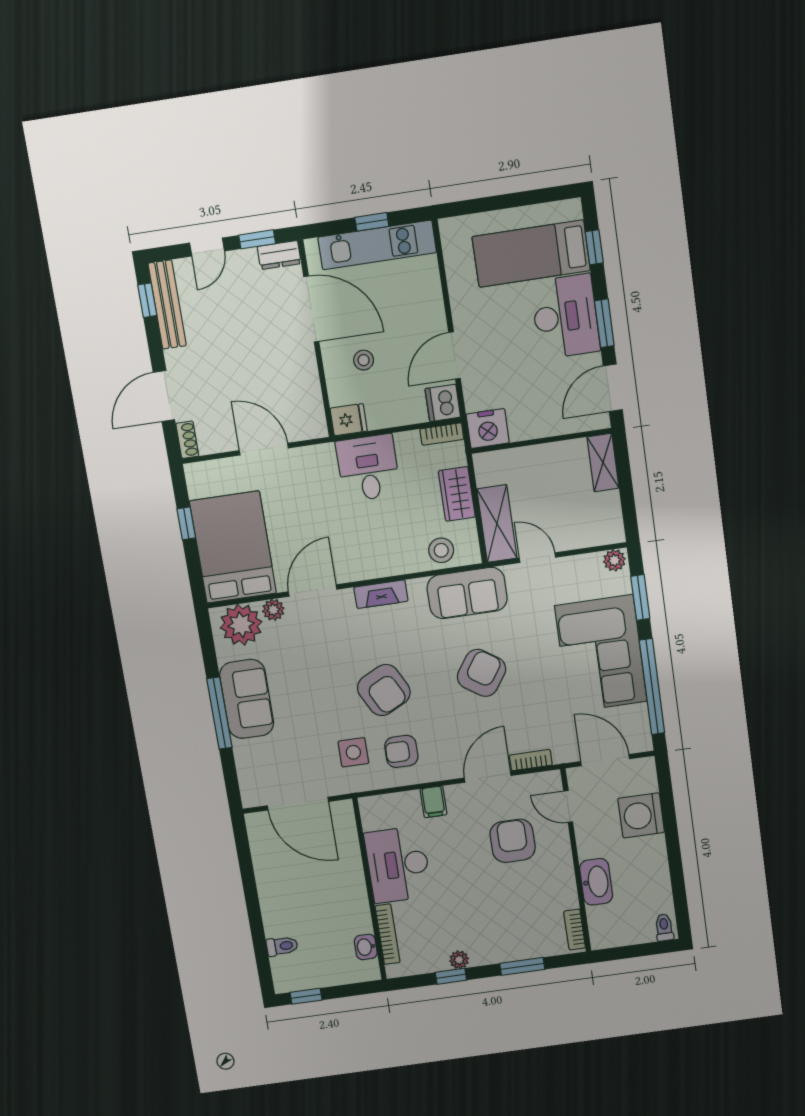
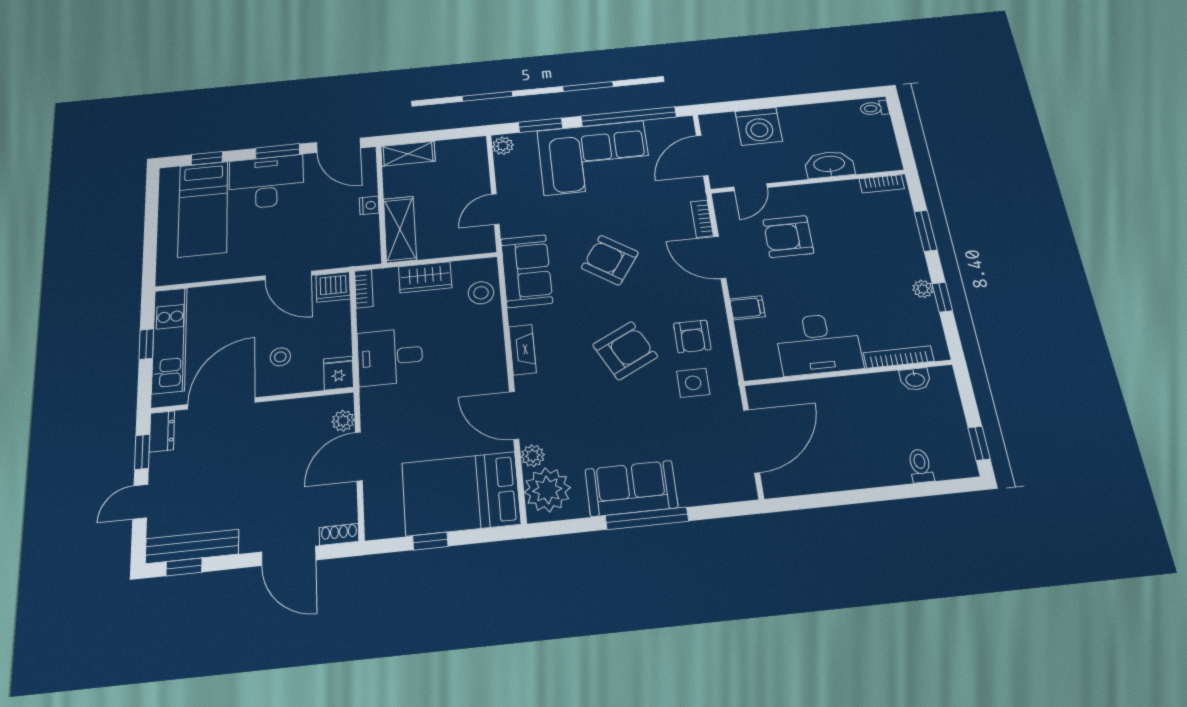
door: (207, 247) -> (140, 502), swing flipped
nightstand: (488, 428) -> (369, 205), moved, width x0.53, depth x0.56
plant: (299, 430) -> (343, 421), added
shelving: (497, 524) -> (400, 229), moved, turned 90

